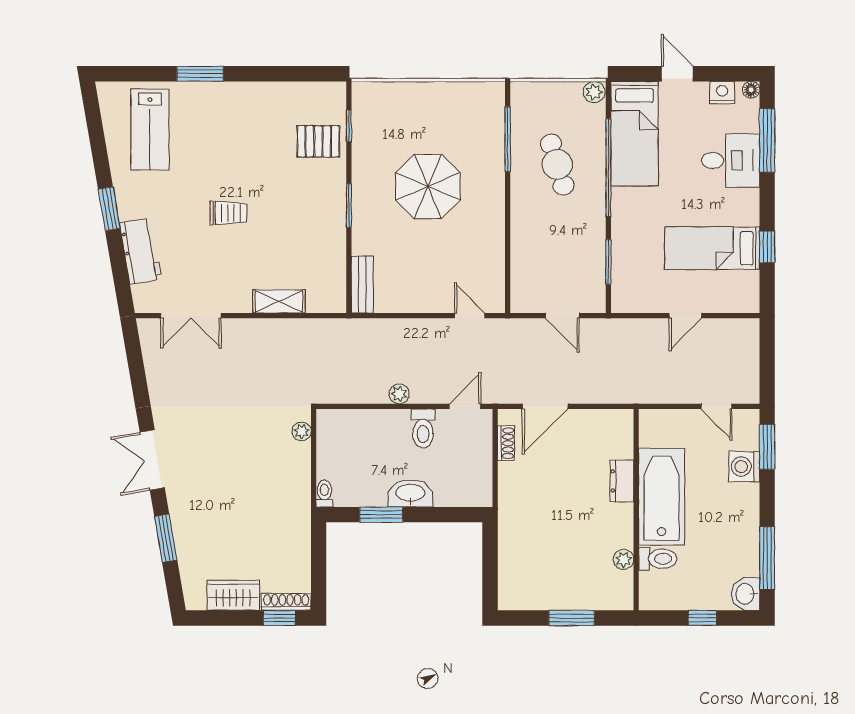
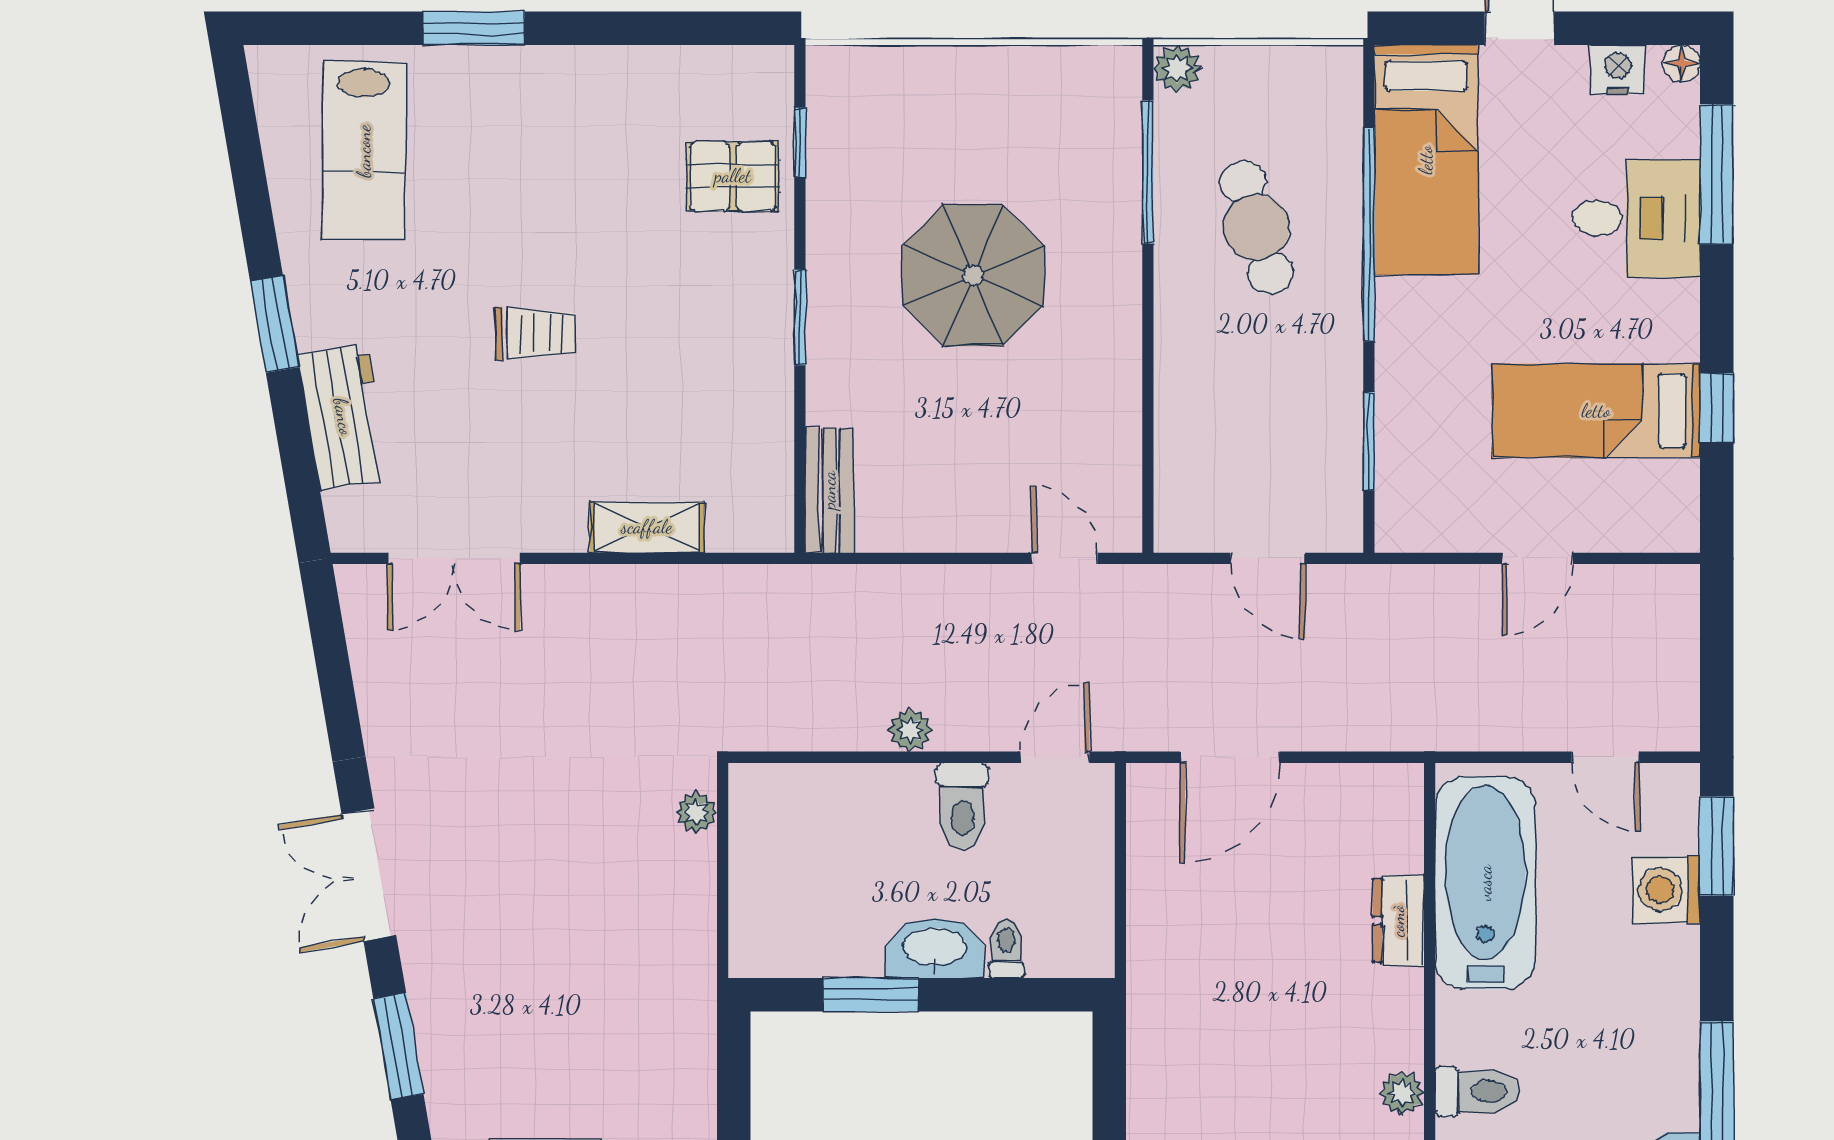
plant: (594, 92) -> (1177, 68), moved
shoe rack: (506, 443) -> (1144, 838), removed
toilet: (324, 494) -> (1006, 949), moved
bathtub: (662, 497) -> (1485, 883), moved

